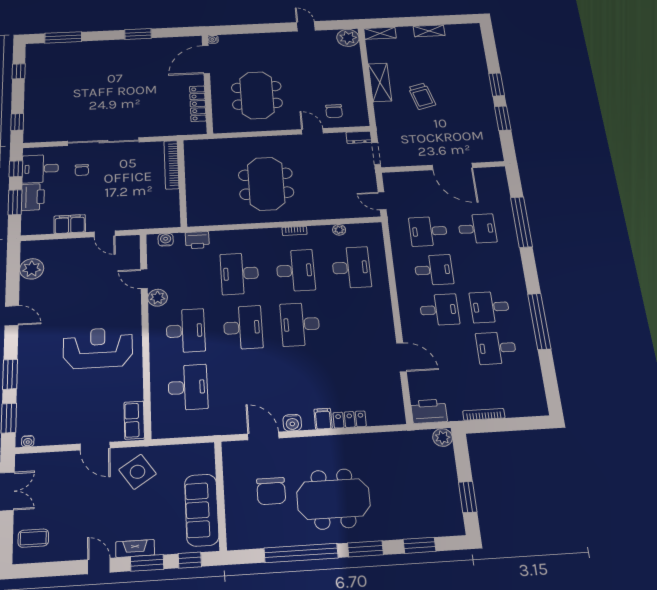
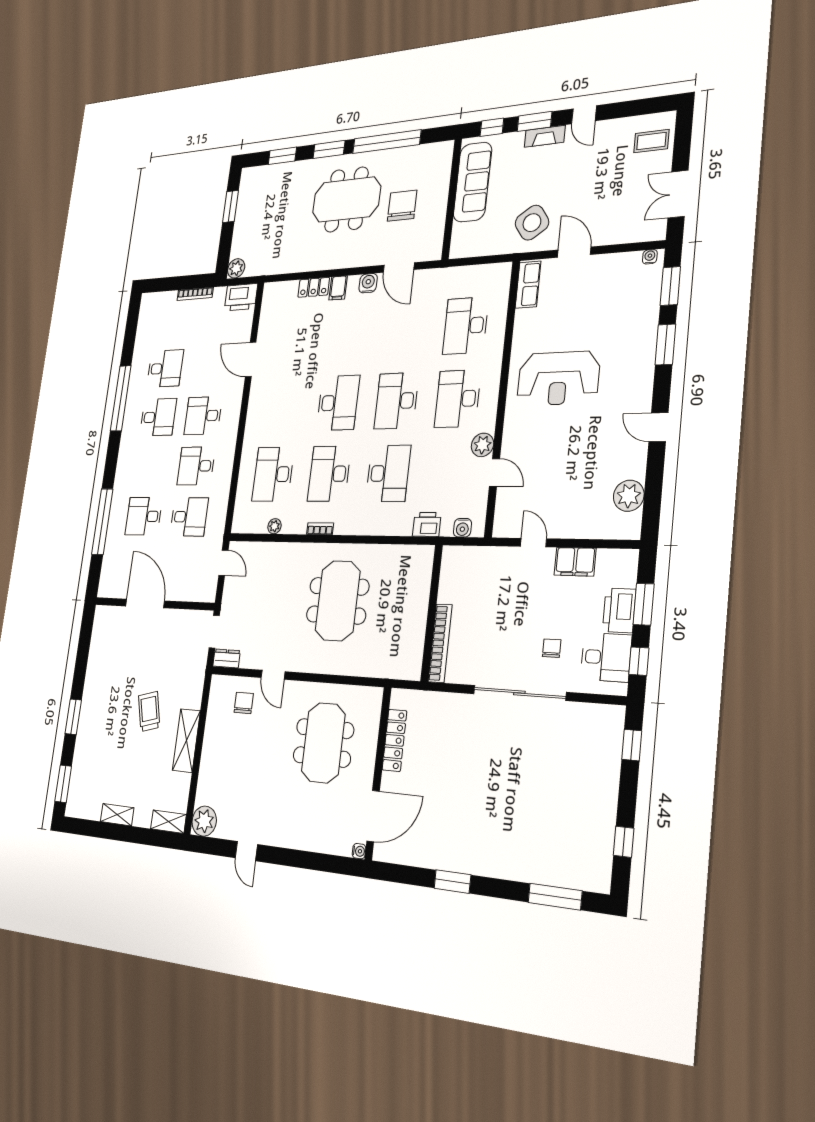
window: (503, 118) -> (63, 784), moved

